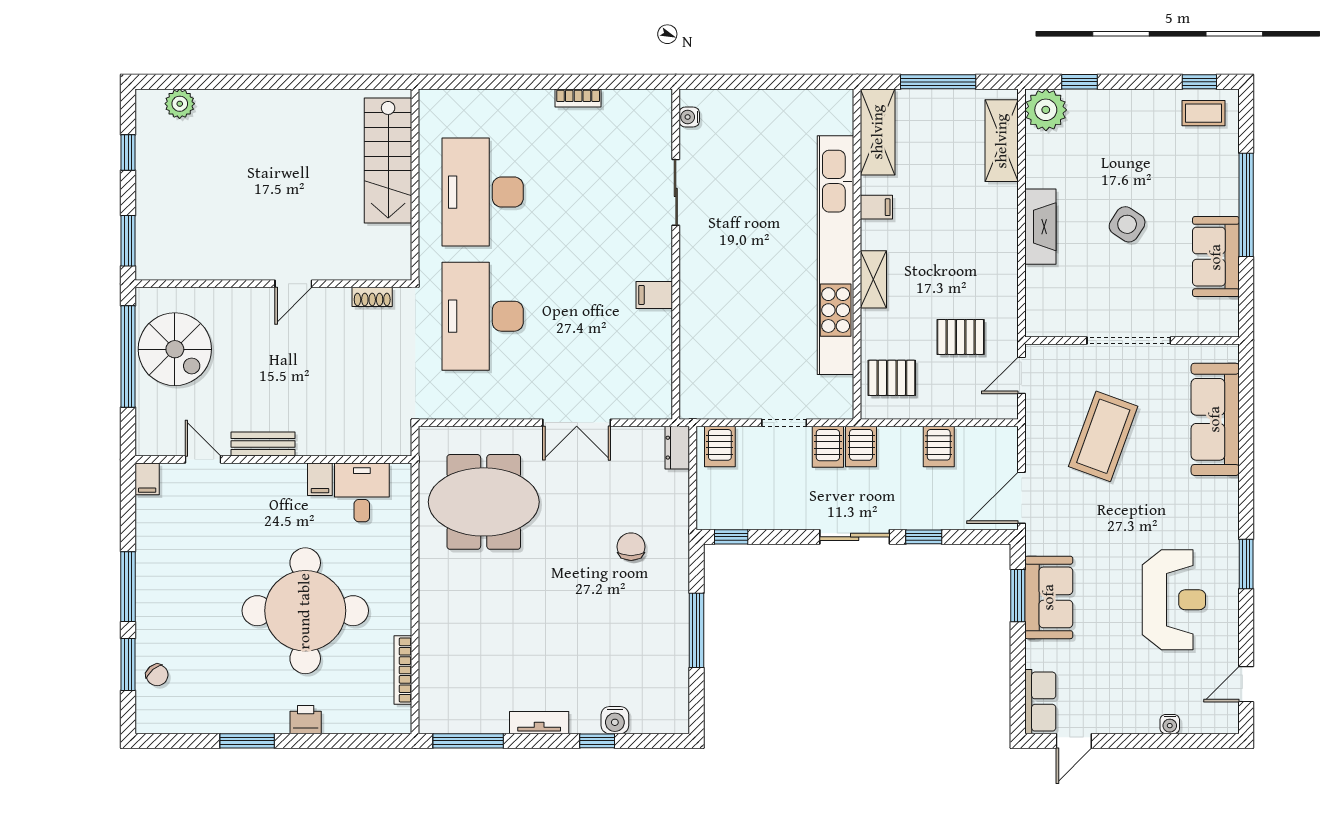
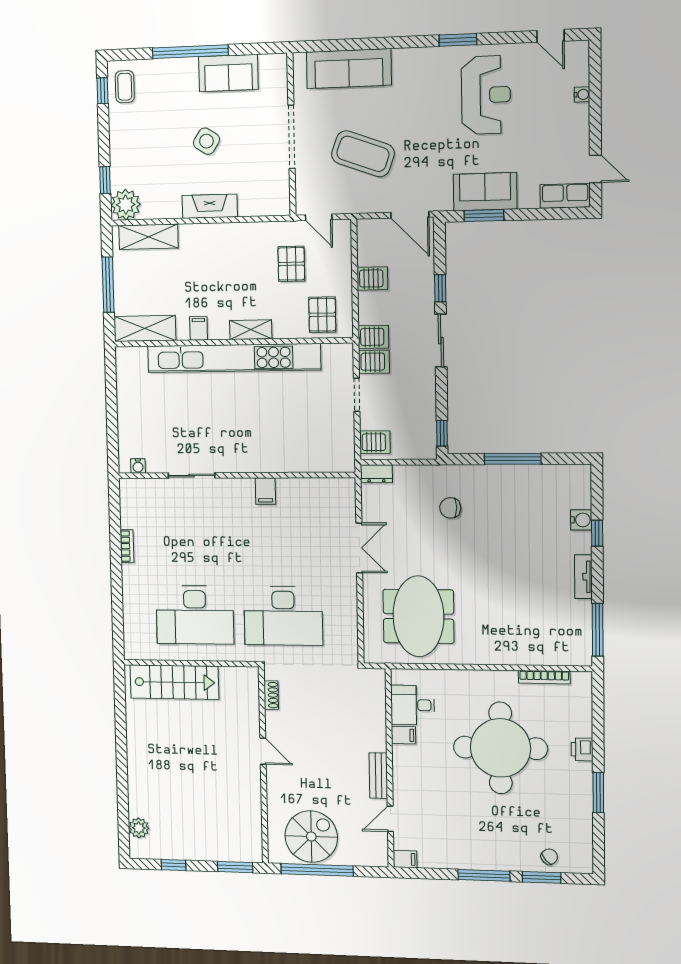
reception desk: (1174, 600) -> (486, 95), turned 90

